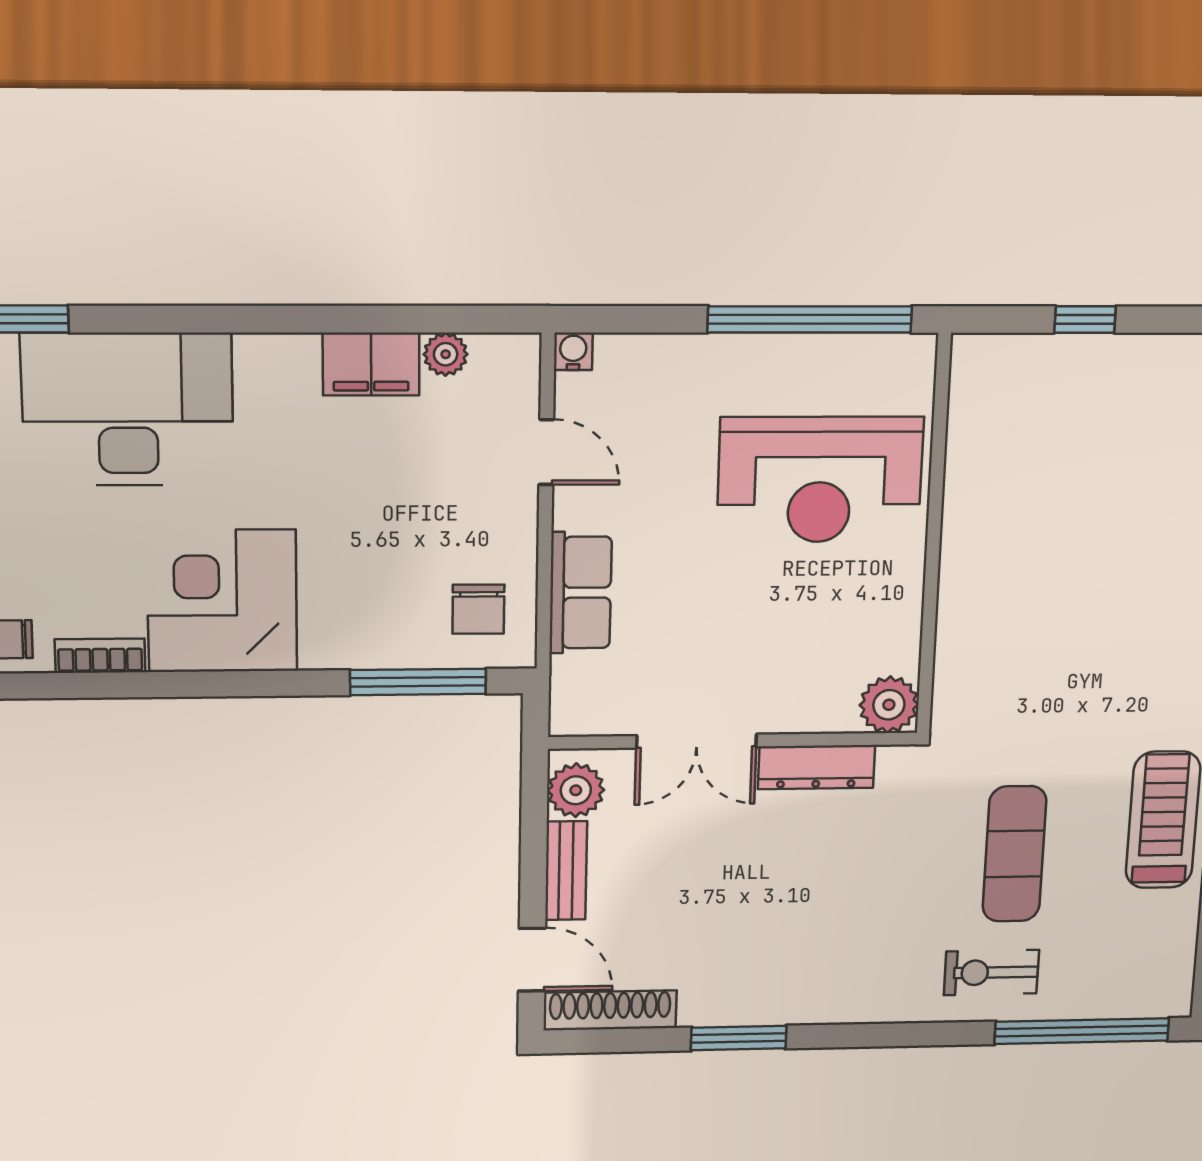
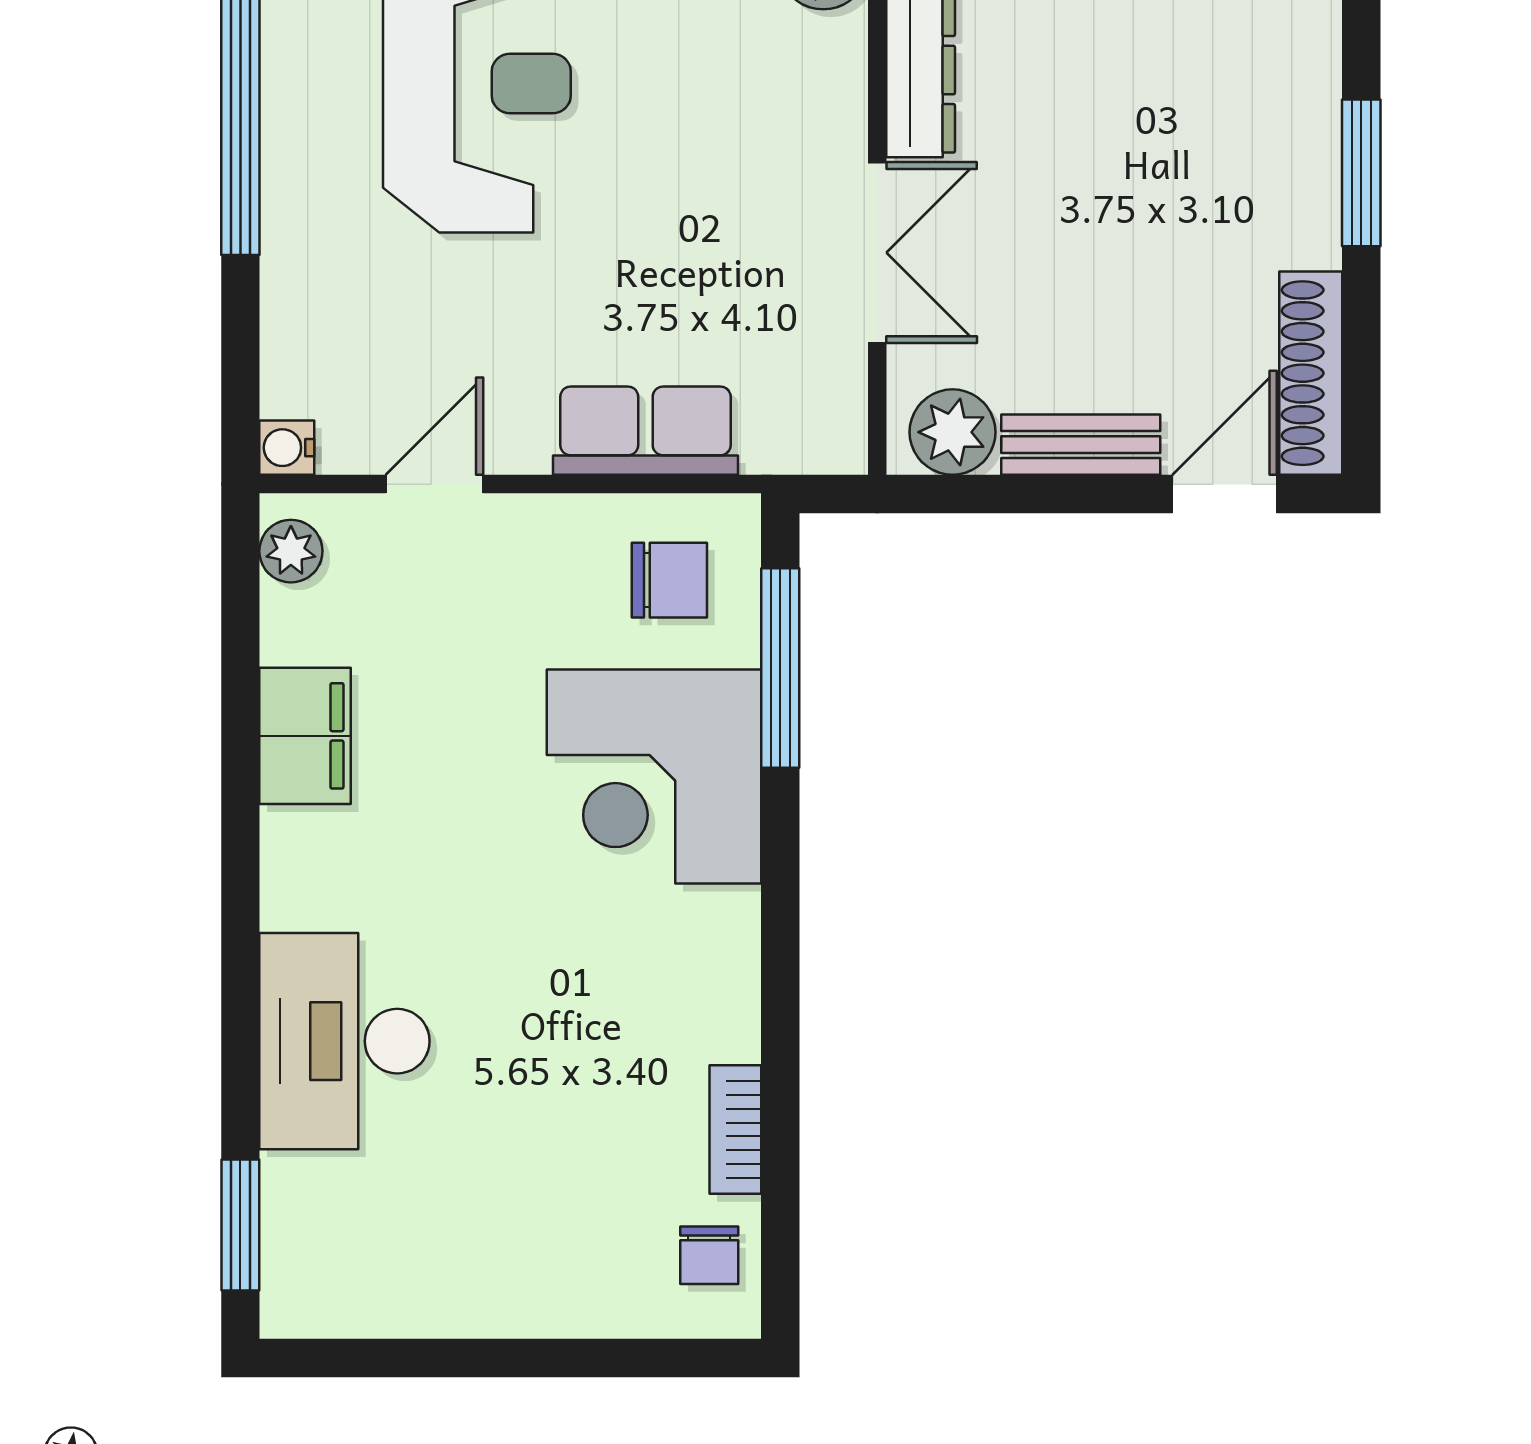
plant: (446, 354) -> (291, 551), moved
desk: (128, 409) -> (344, 1041), width x0.73, depth x0.77
corner desk: (222, 601) -> (654, 777), moved

